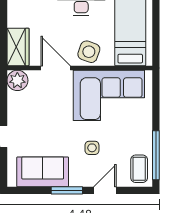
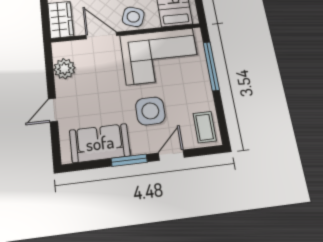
plant: (17, 80) -> (64, 69), moved
side table: (92, 148) -> (150, 111), width x1.87, depth x1.87
window: (156, 155) -> (211, 66), moved

